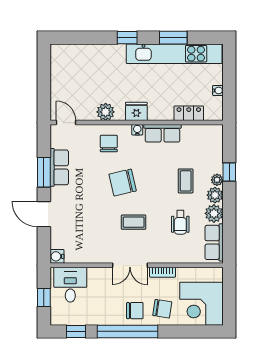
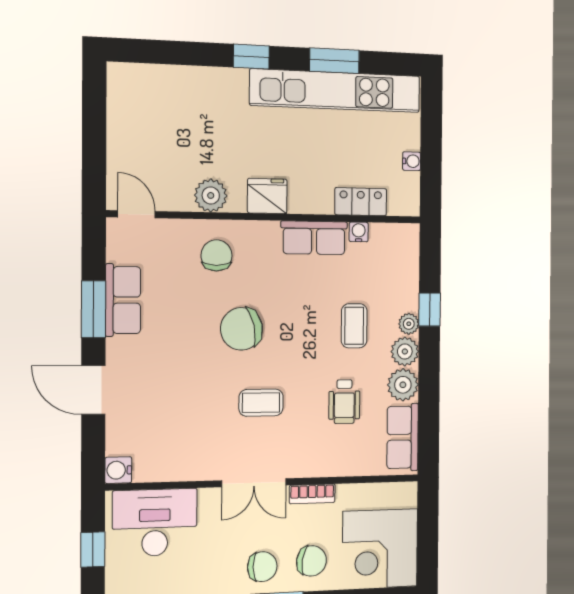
water cooler: (137, 130) -> (359, 232), moved
desk: (70, 285) -> (155, 523), width x1.37

